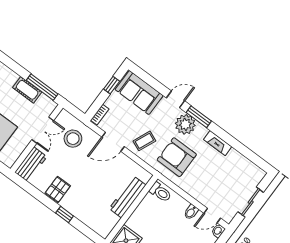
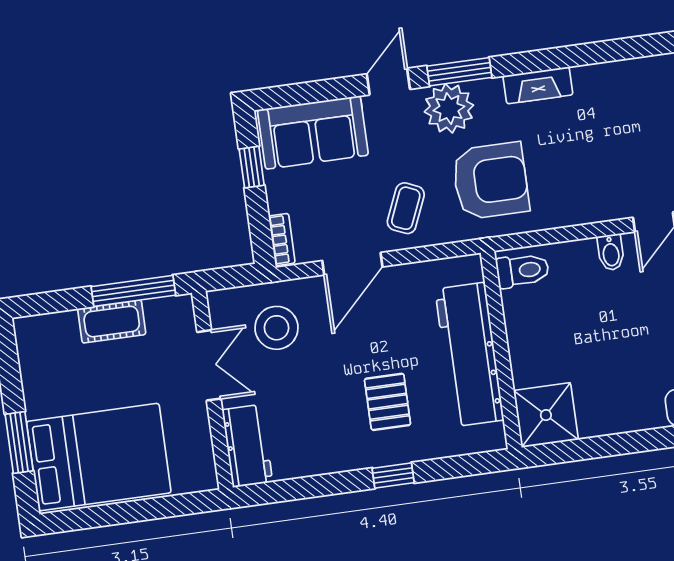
armchair: (177, 157) -> (491, 181), turned 180
pallet: (58, 190) -> (388, 402), moved
workbench: (128, 197) -> (469, 355), width x1.36, depth x1.32

